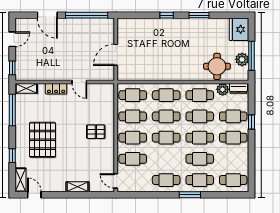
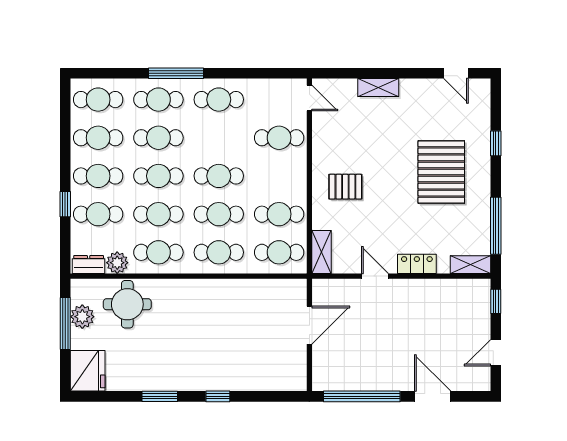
cafe table: (133, 138) -> (98, 138), moved
shelving: (21, 180) -> (322, 252), moved
window: (190, 195) -> (176, 73), width x1.44

